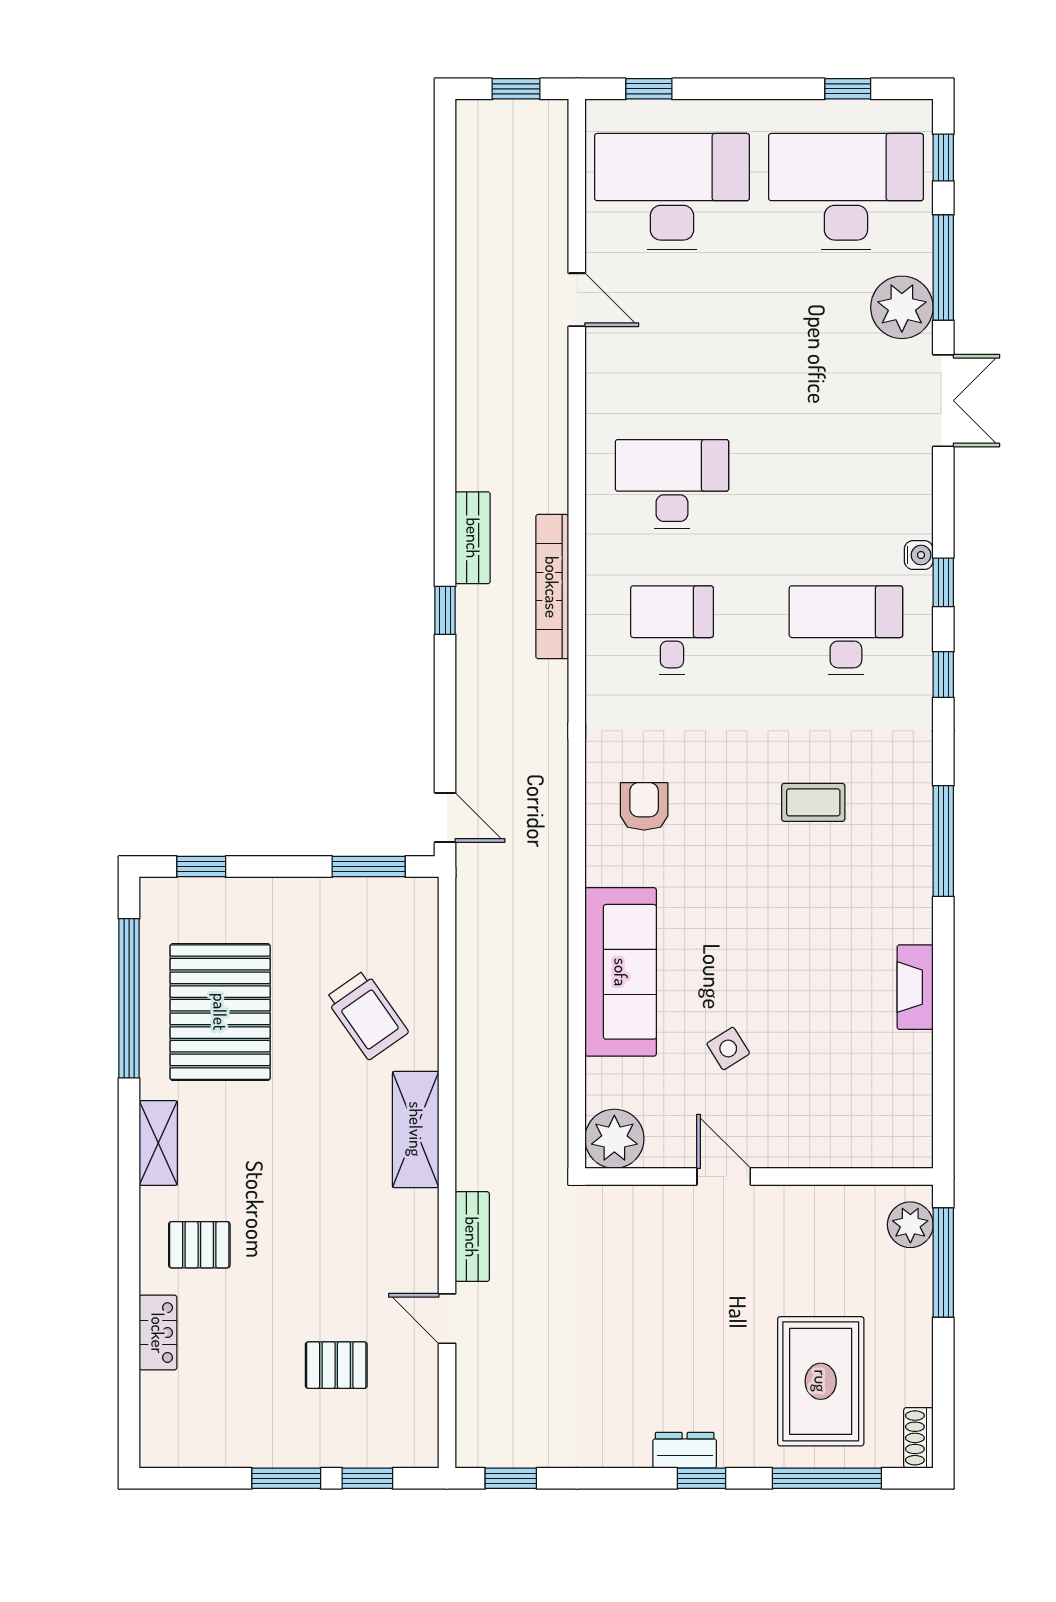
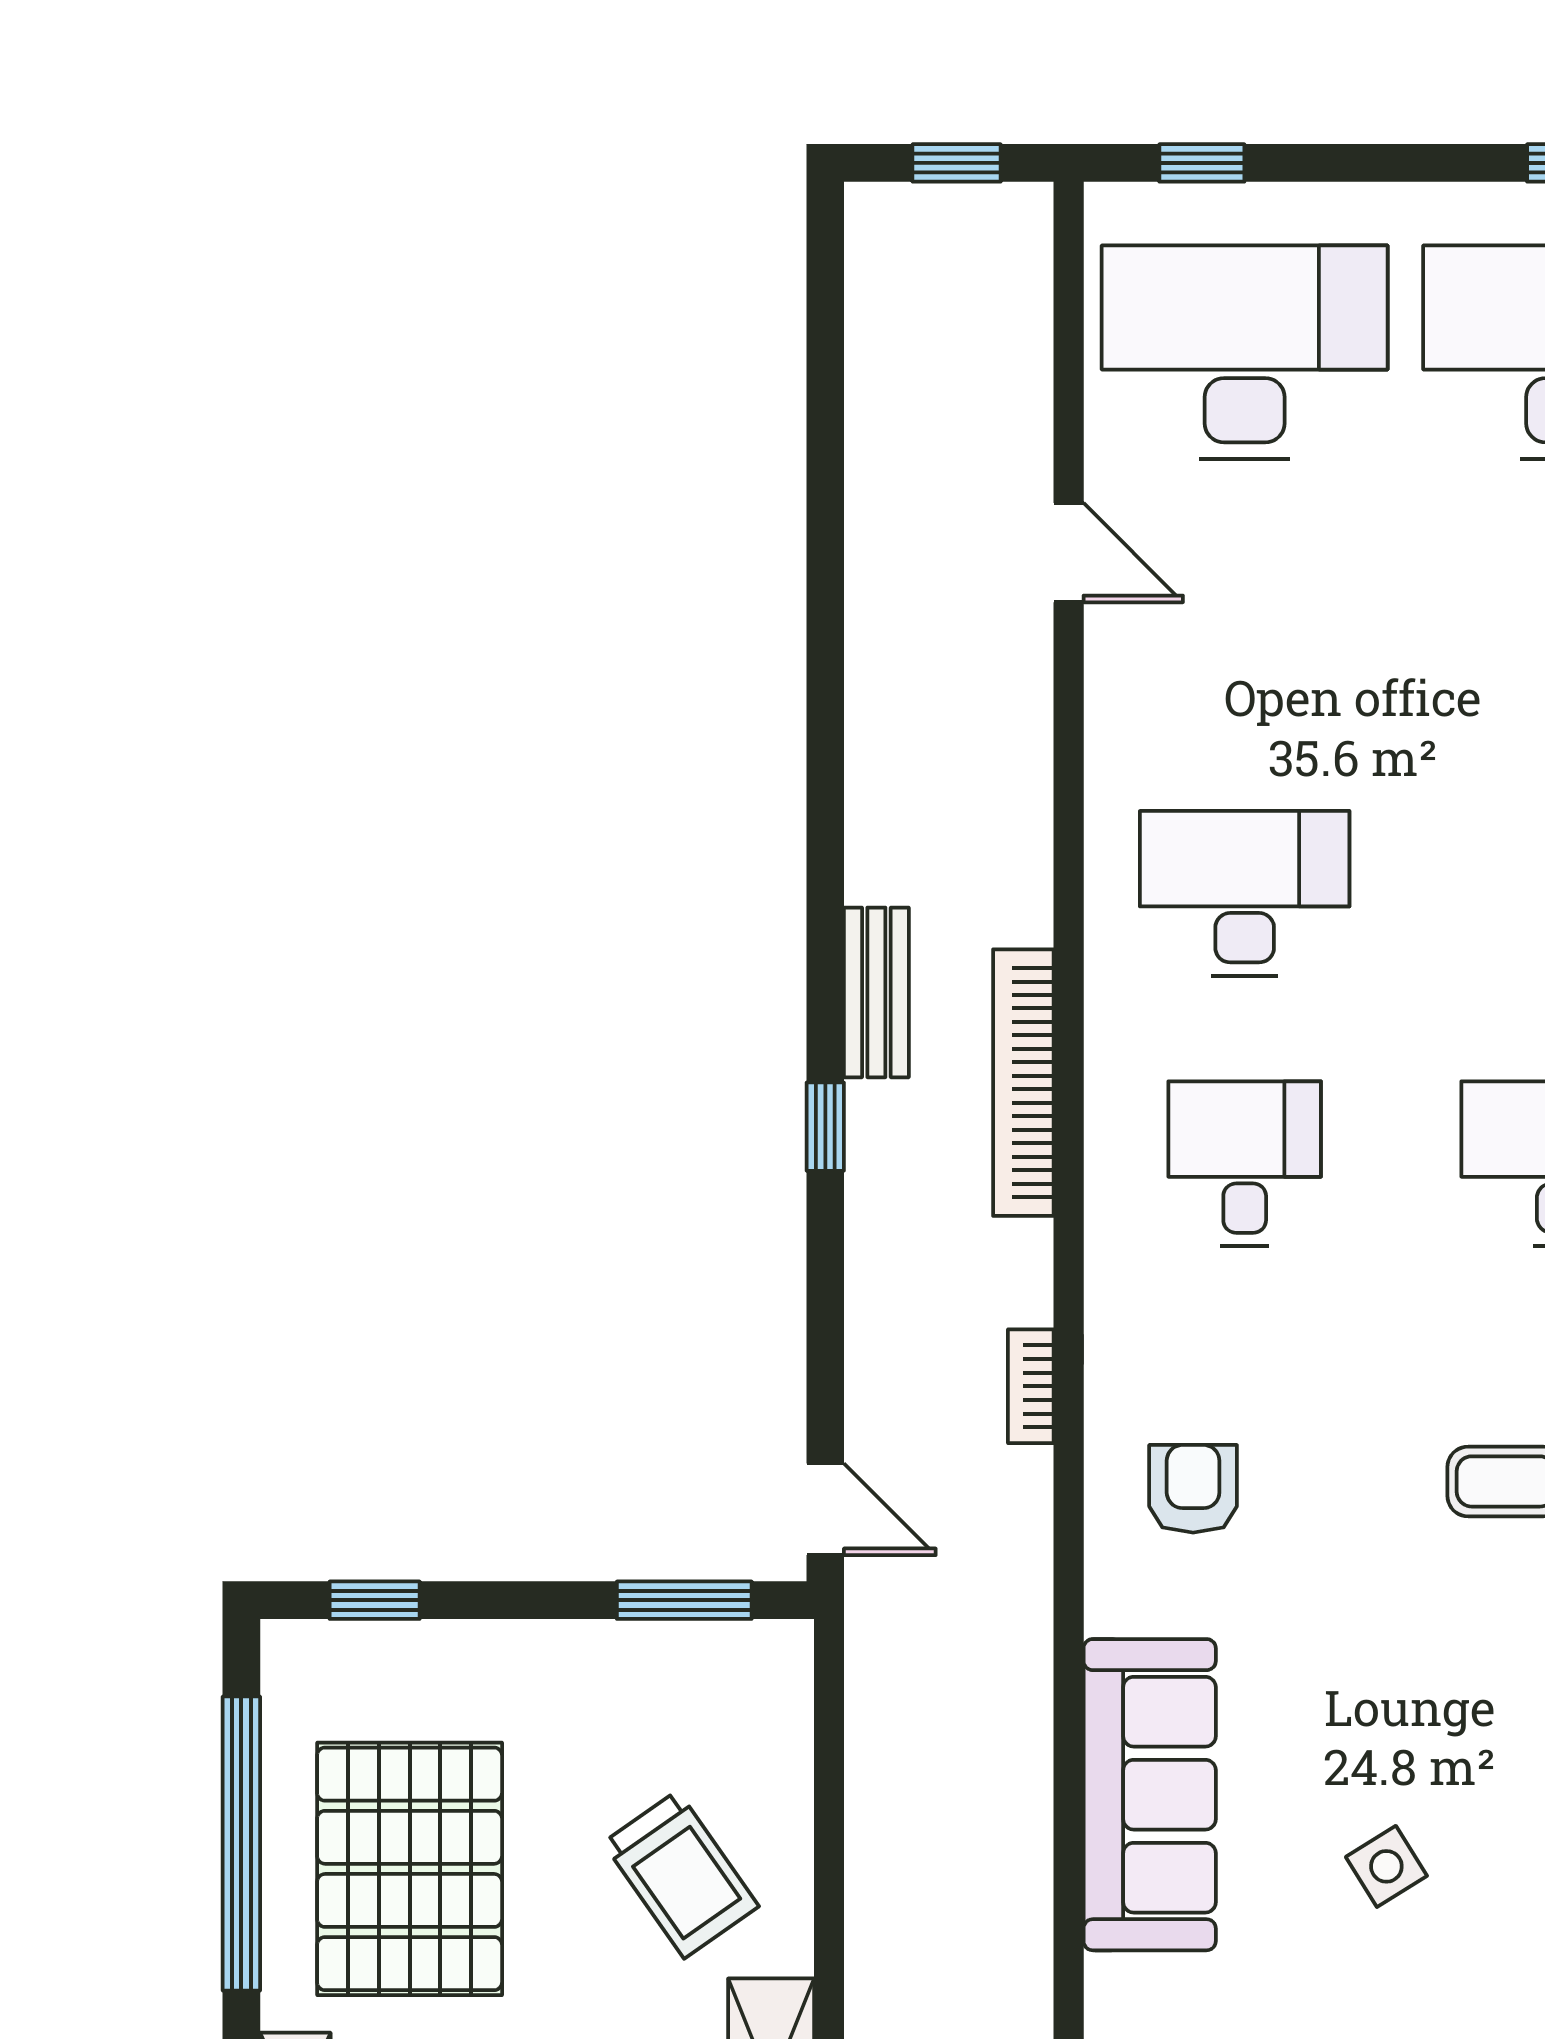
bookcase: (556, 751) -> (1031, 1386), added
side table: (728, 1048) -> (1386, 1866), moved

